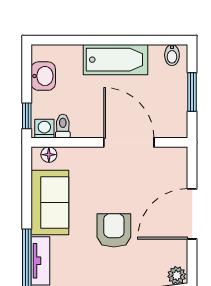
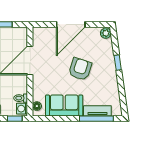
door: (192, 214) -> (71, 24), hinge flipped
armchair: (114, 230) -> (80, 69), turned 108

